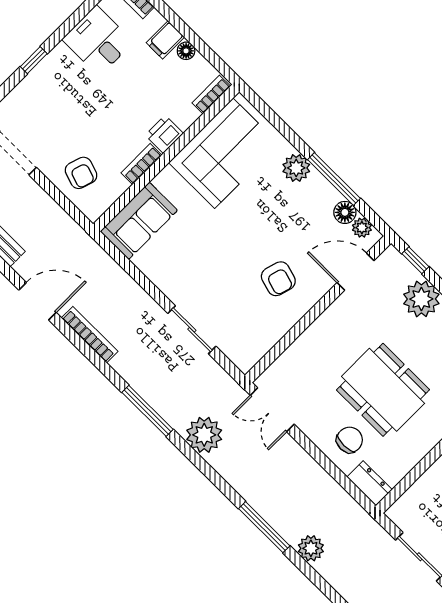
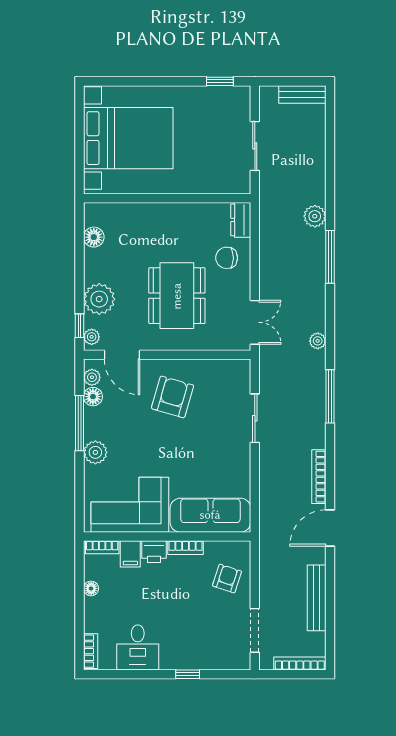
filing cabinet: (165, 40) -> (130, 554), moved, turned 90
sofa: (139, 221) -> (210, 515), width x1.36
plant: (396, 261) -> (92, 337), added
armchair: (278, 279) -> (173, 397), width x1.38, depth x1.38
door: (37, 301) -> (330, 528), hinge flipped
dining table: (383, 390) -> (177, 296), moved
plant: (204, 435) -> (318, 341), width x0.53, depth x0.53

